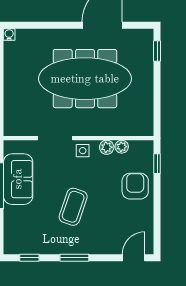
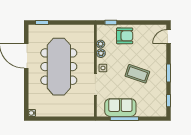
armchair: (135, 186) -> (125, 36), turned 180
door: (134, 258) -> (169, 37), hinge flipped

